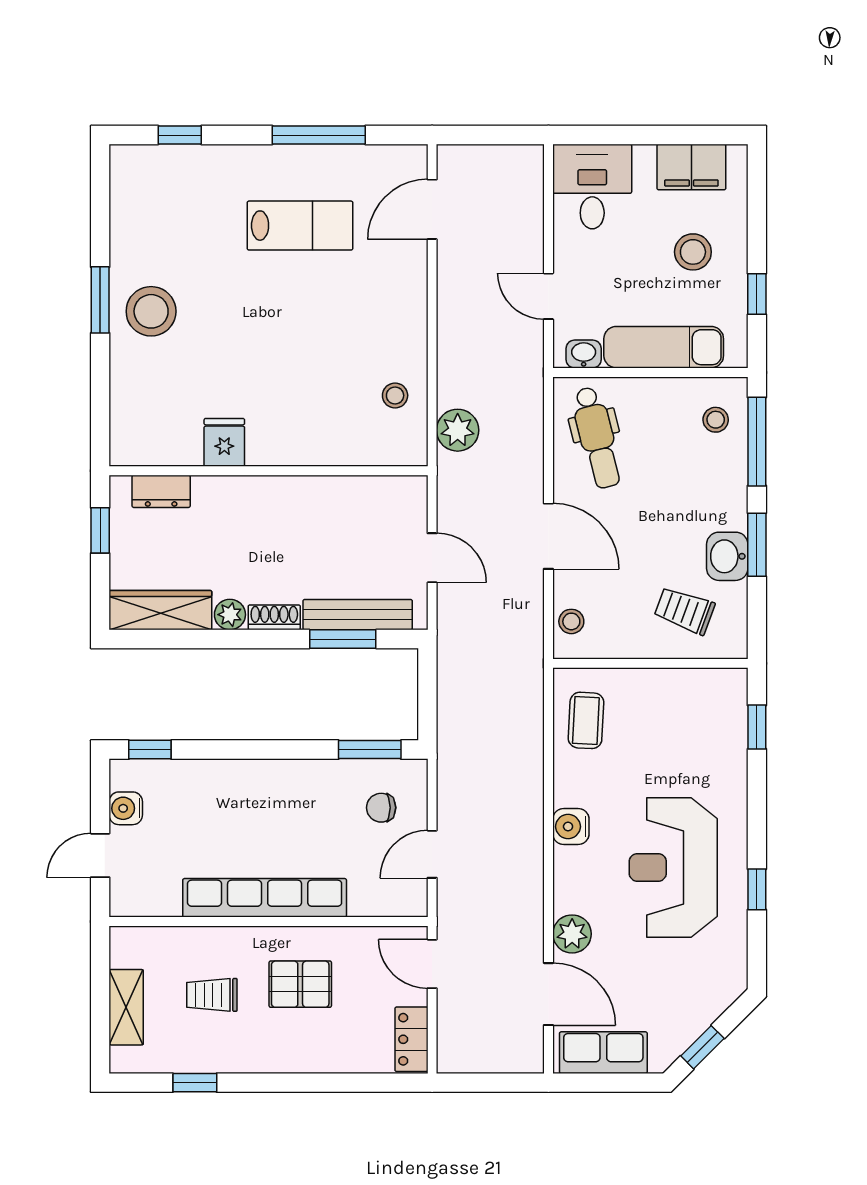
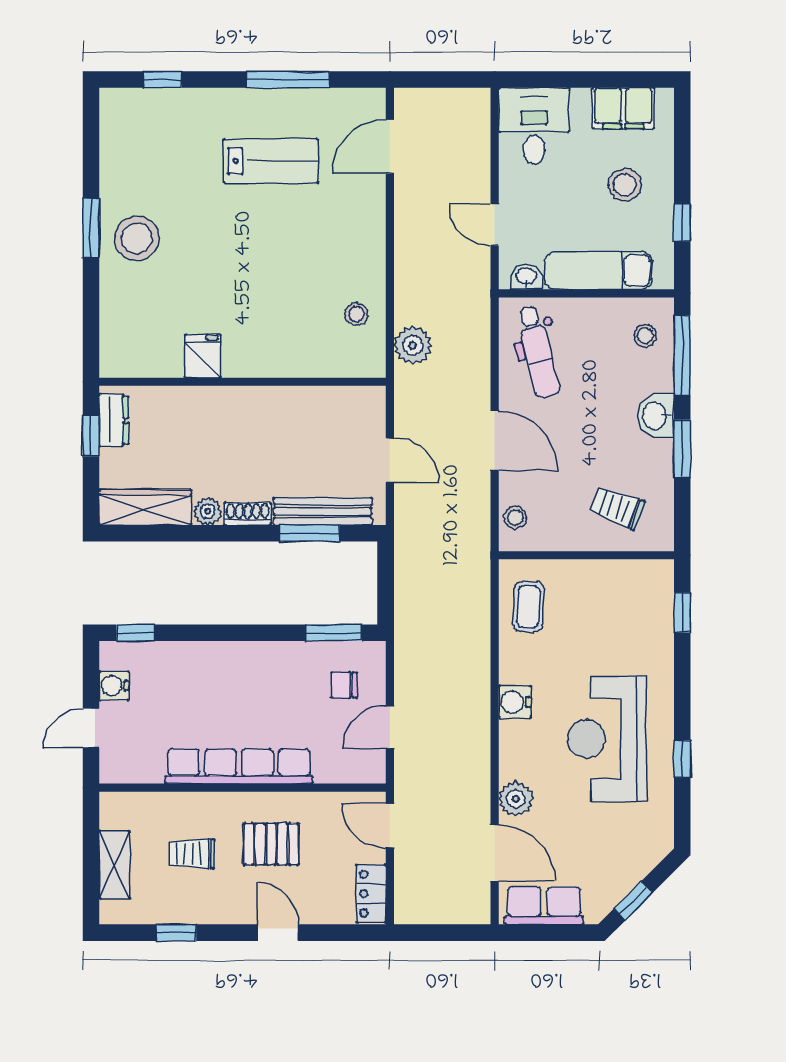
dresser: (161, 491) -> (114, 420), moved, turned -90
washbasin: (727, 556) -> (655, 416), moved
door: (308, 1083) -> (278, 933), added

